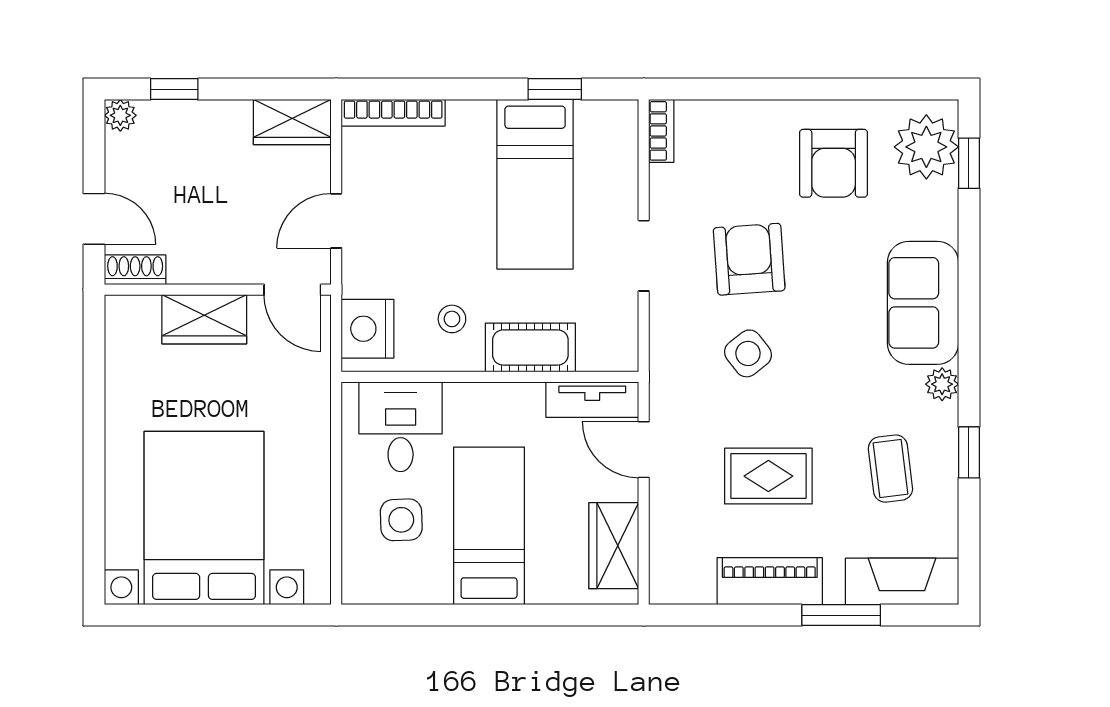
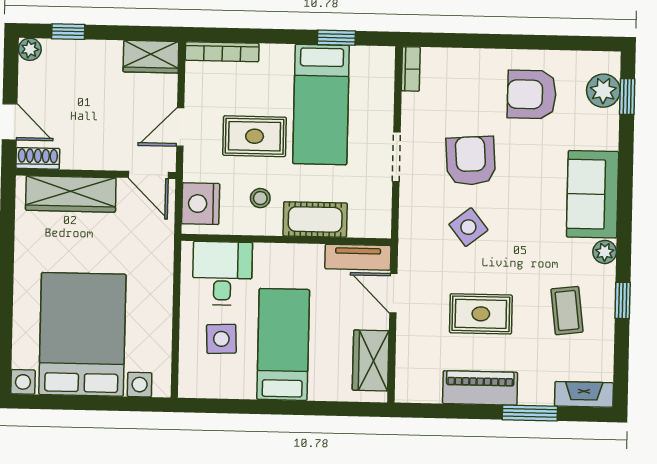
plant: (926, 147) -> (603, 91), width x0.73, depth x0.73
armchair: (834, 163) -> (532, 94), turned 90
rug: (442, 231) -> (255, 136), added
wardrobe: (204, 319) -> (71, 194), width x1.50
fireplace: (902, 581) -> (584, 394), width x0.73, depth x0.76

